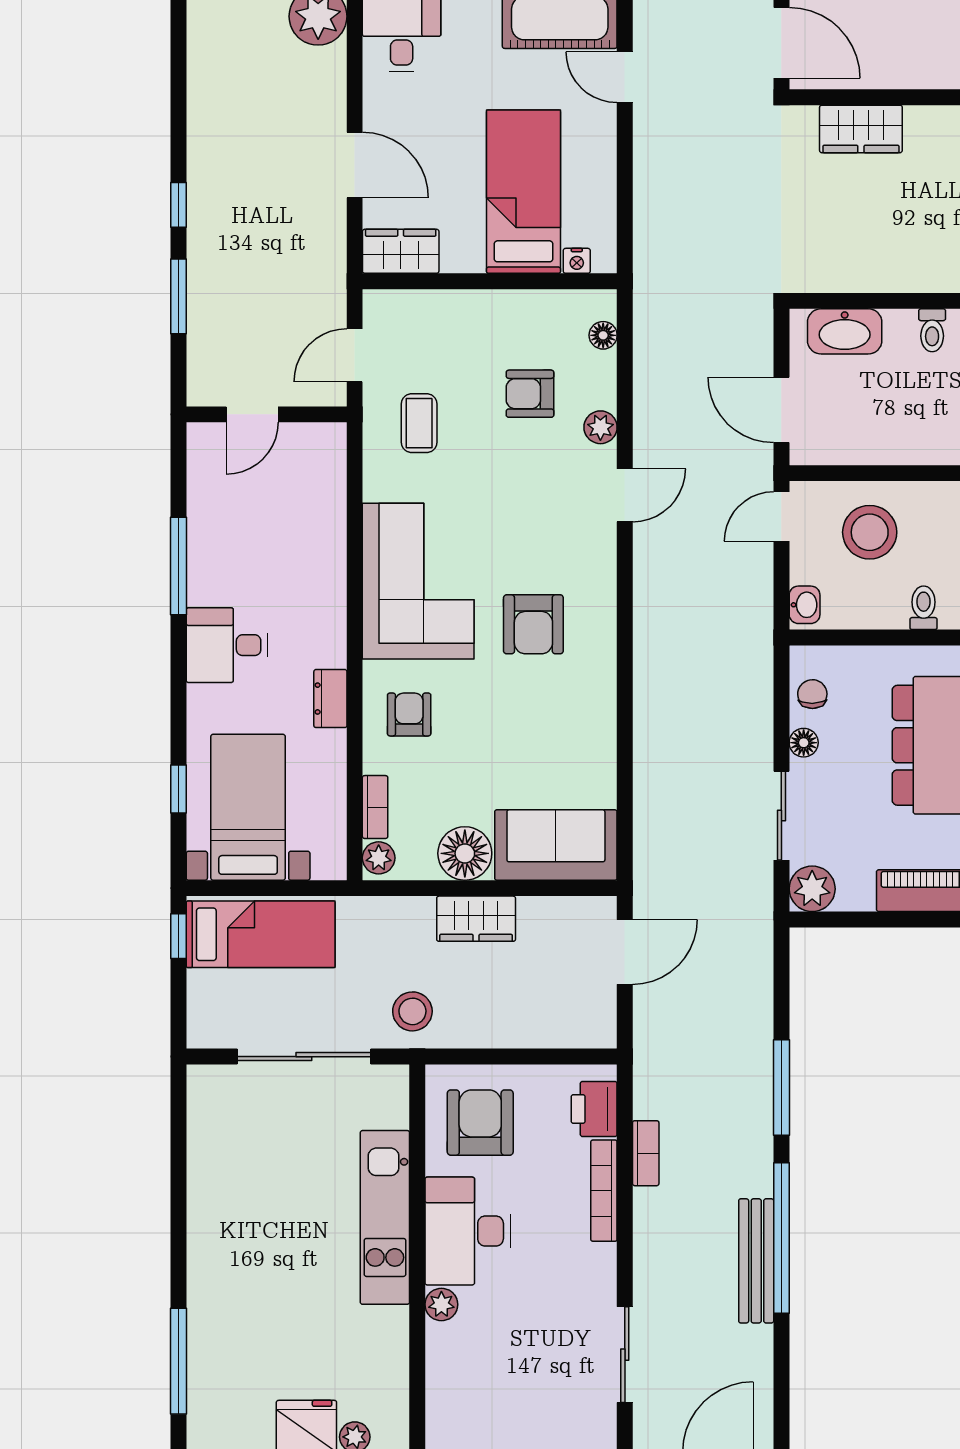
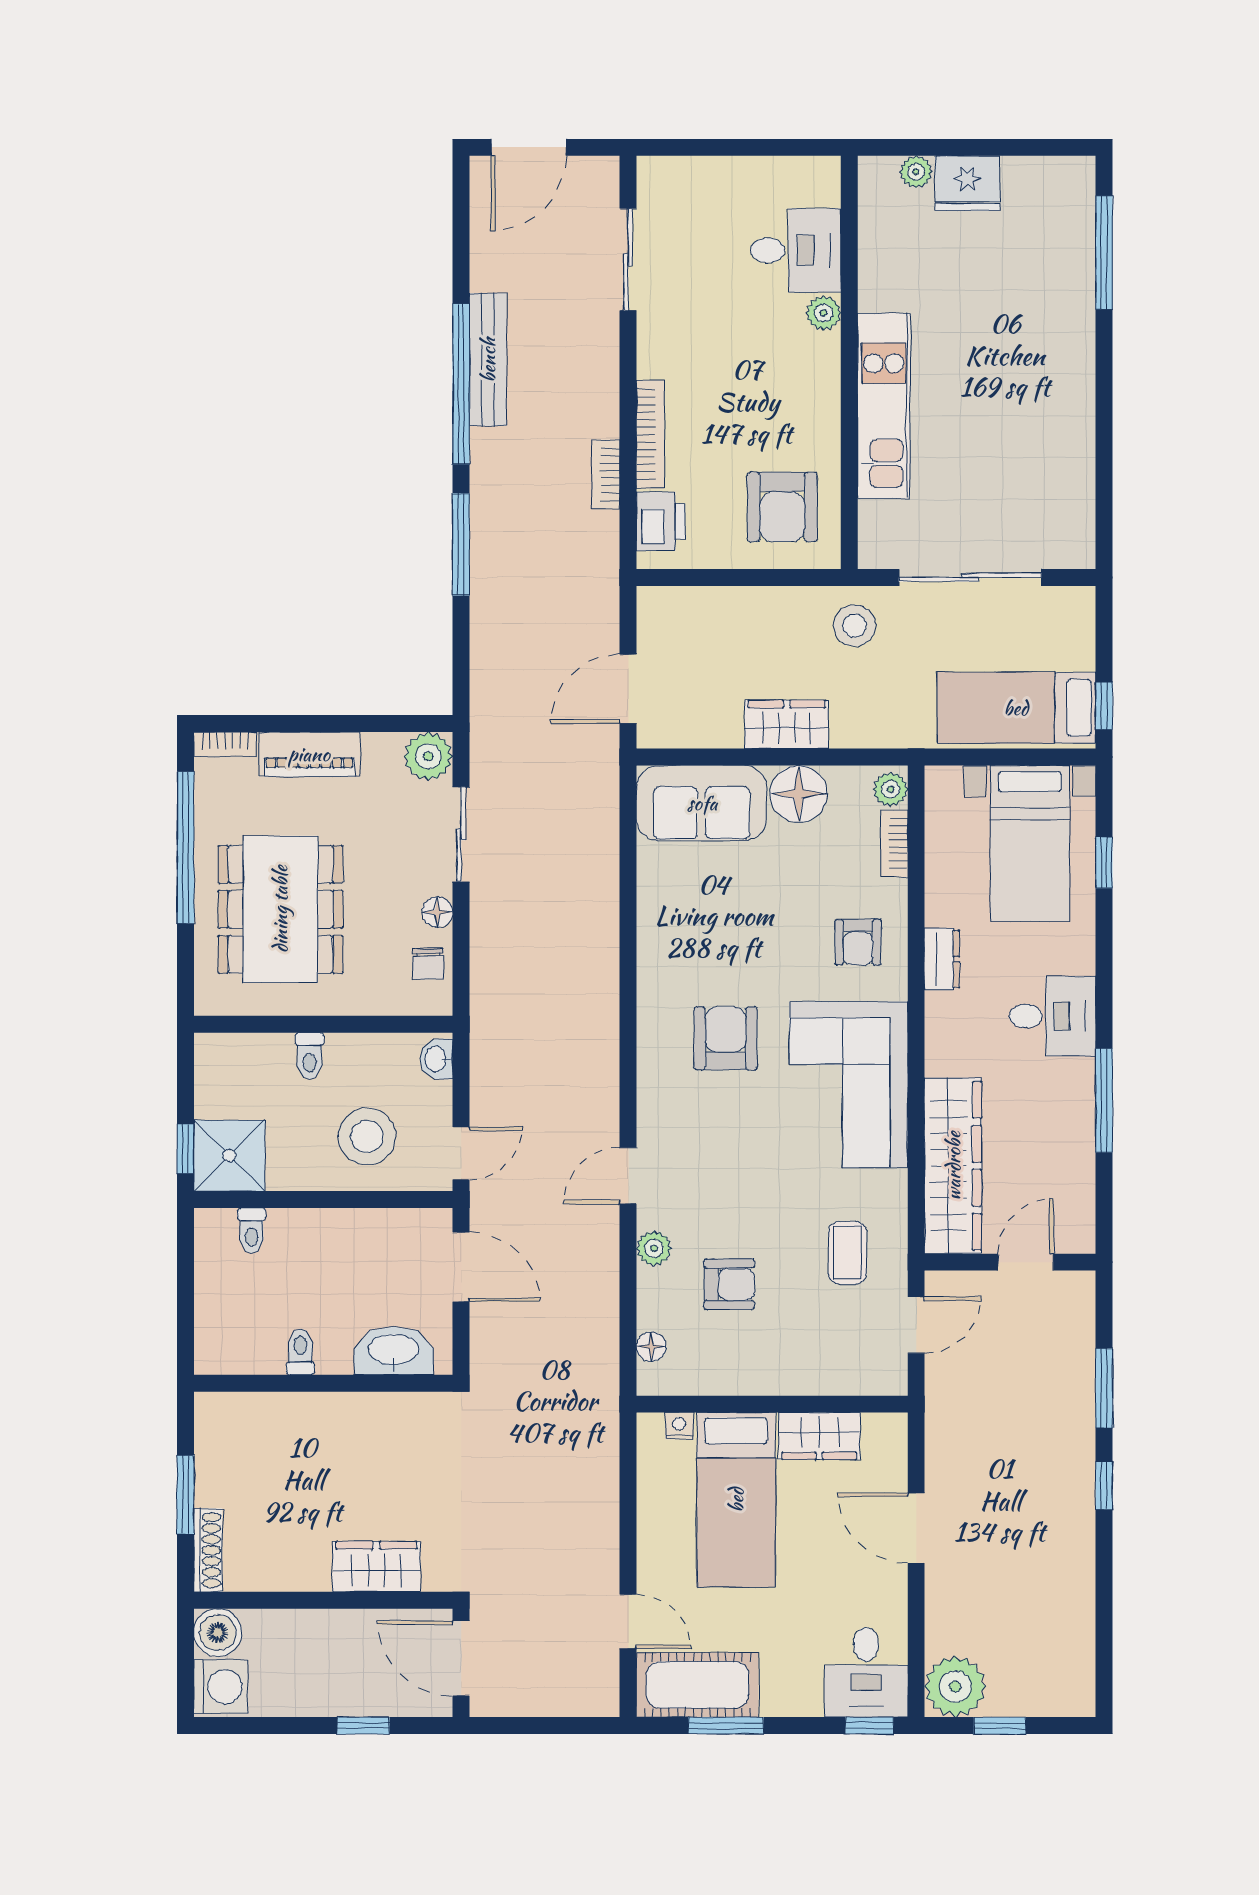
wardrobe: (401, 251) -> (819, 1436), moved
wardrobe: (320, 505) -> (953, 1166), added
desk: (468, 1231) -> (796, 250), moved, width x0.73

